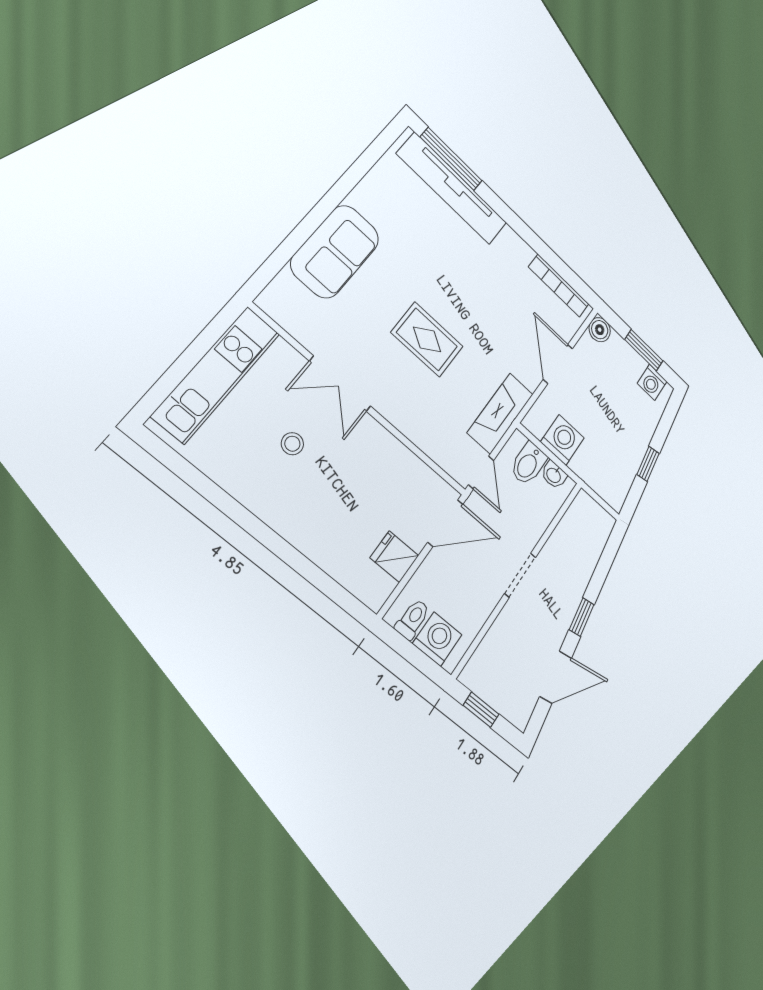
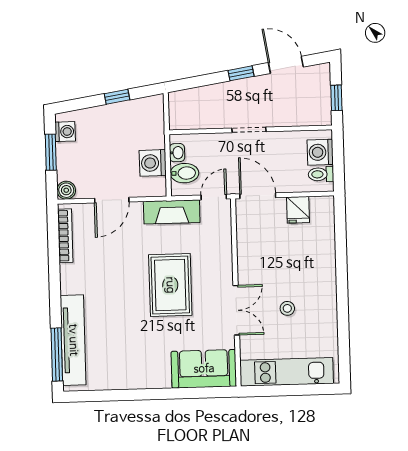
sofa: (335, 251) -> (204, 369), moved
rug: (427, 339) -> (170, 285), width x1.36, depth x1.43

